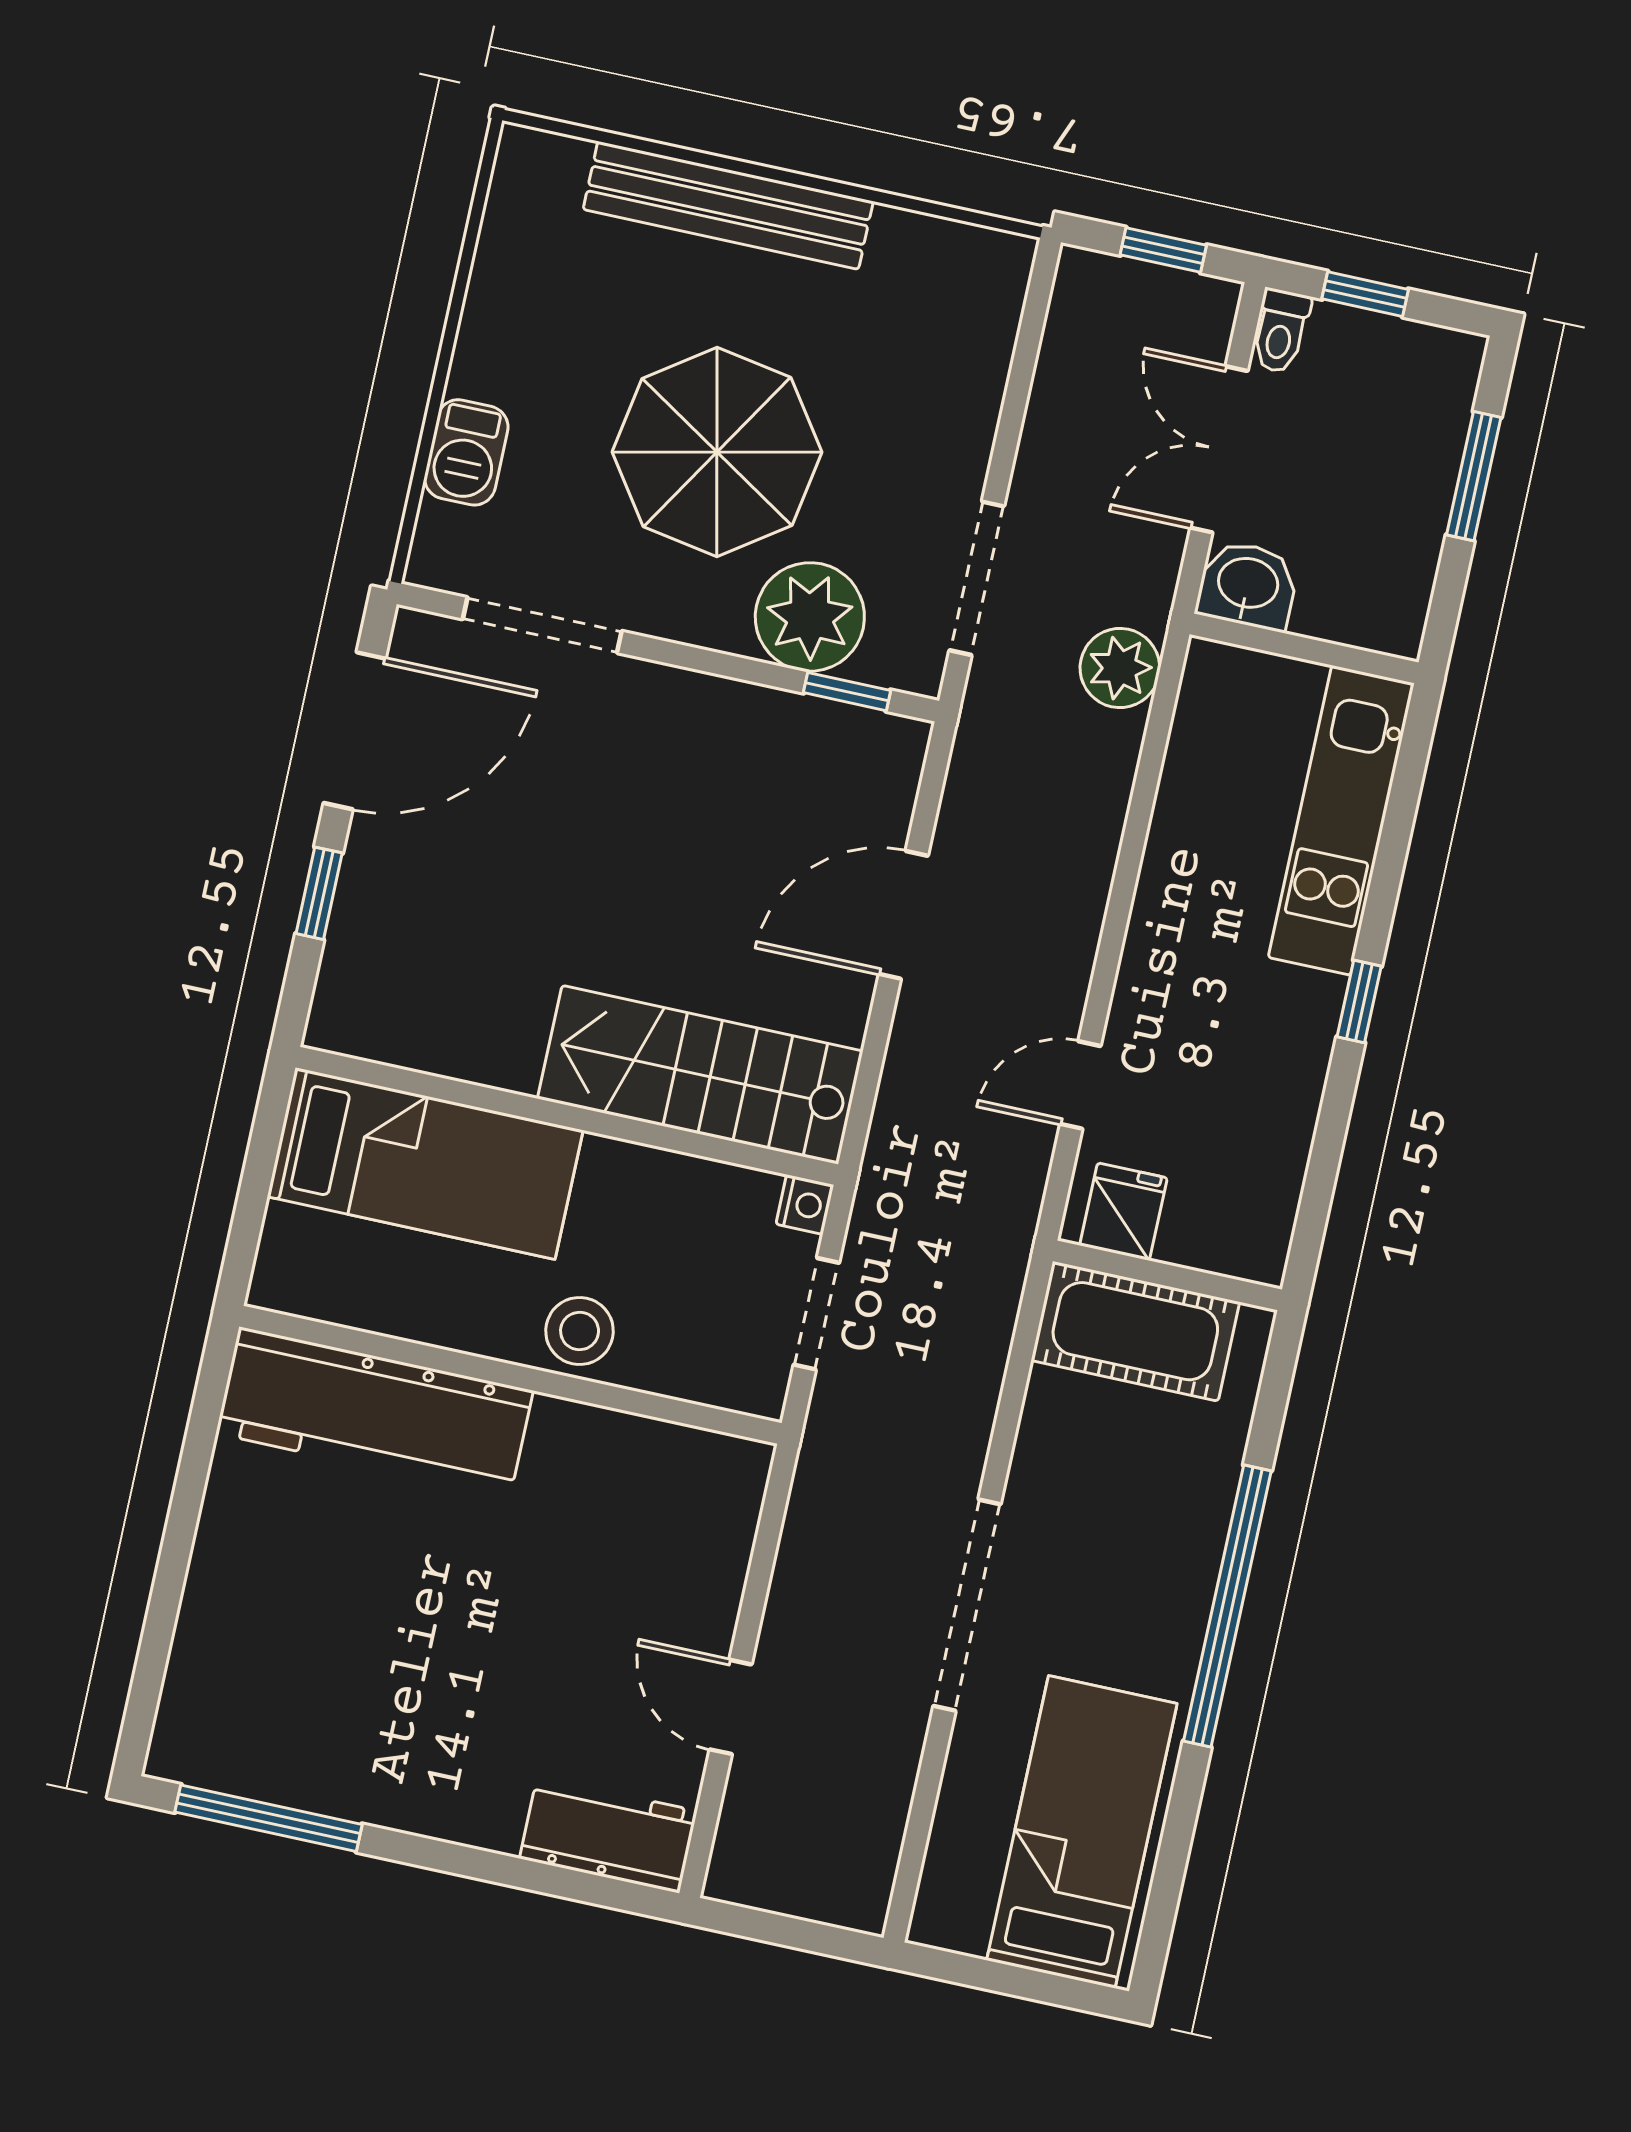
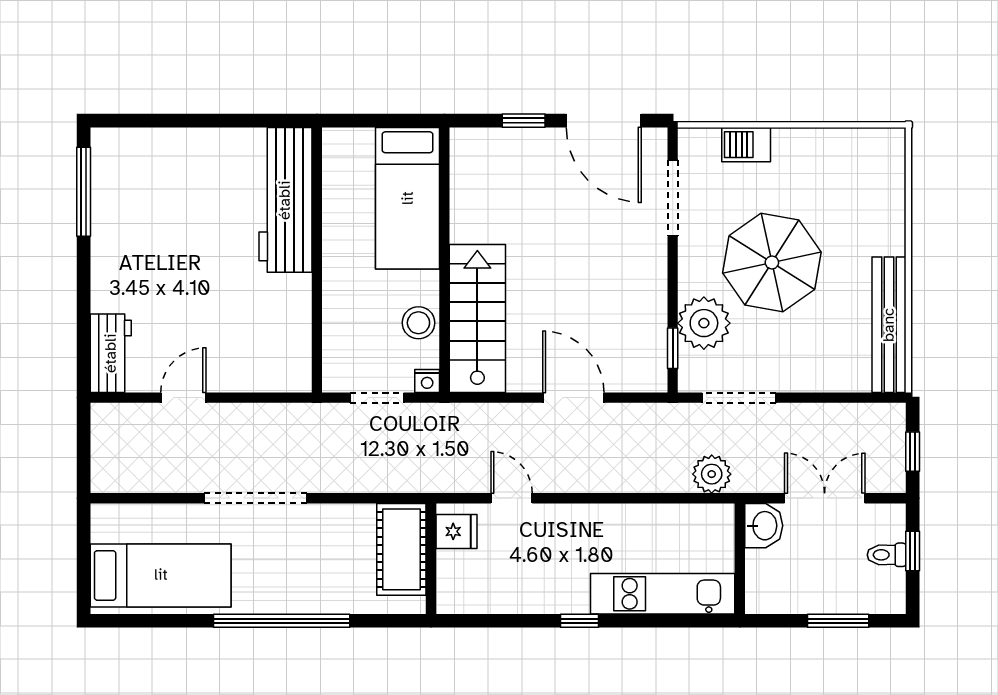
bench: (728, 205) -> (889, 325), moved
toilet: (1281, 331) -> (887, 555), moved
stool: (580, 1331) -> (418, 323), moved

